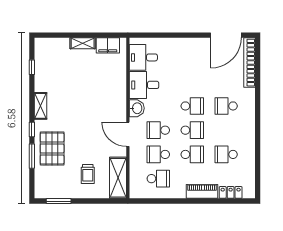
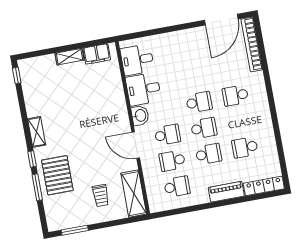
window: (32, 67) -> (17, 75), moved
school desk: (158, 130) -> (167, 135), turned 180
locker: (231, 192) -> (264, 186), width x1.53

